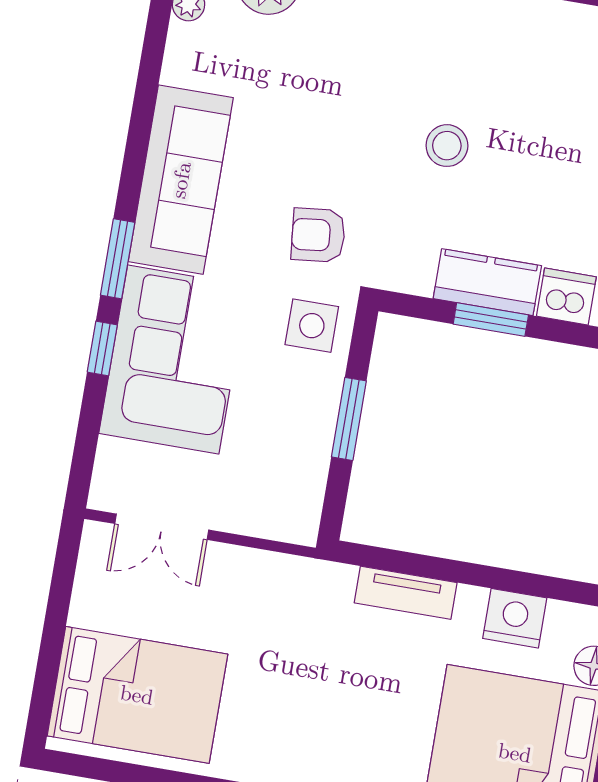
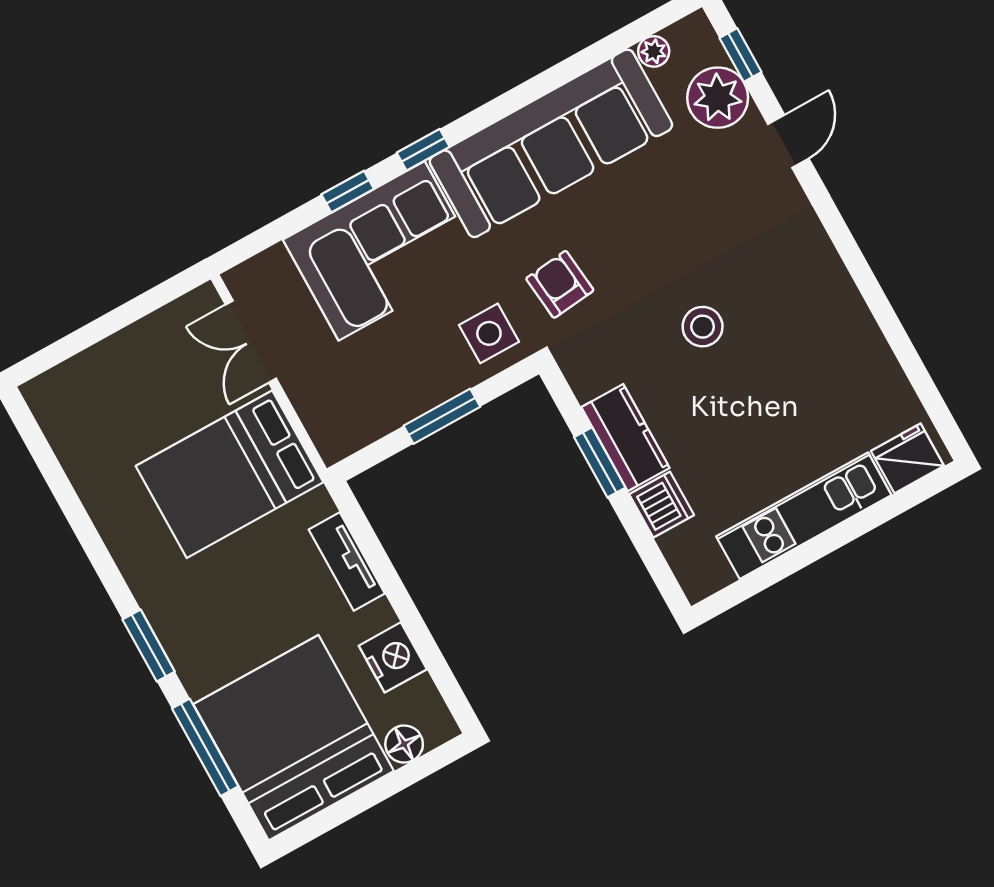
sofa: (181, 180) -> (551, 143), width x1.36, depth x1.27
window: (118, 259) -> (423, 150), width x0.67
bed: (137, 695) -> (229, 474), moved, turned 90

